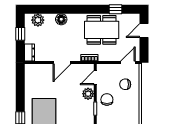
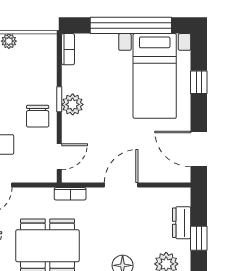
dresser: (30, 53) -> (182, 223), moved
door: (20, 82) -> (199, 149), added
plant: (88, 94) -> (73, 104), moved

